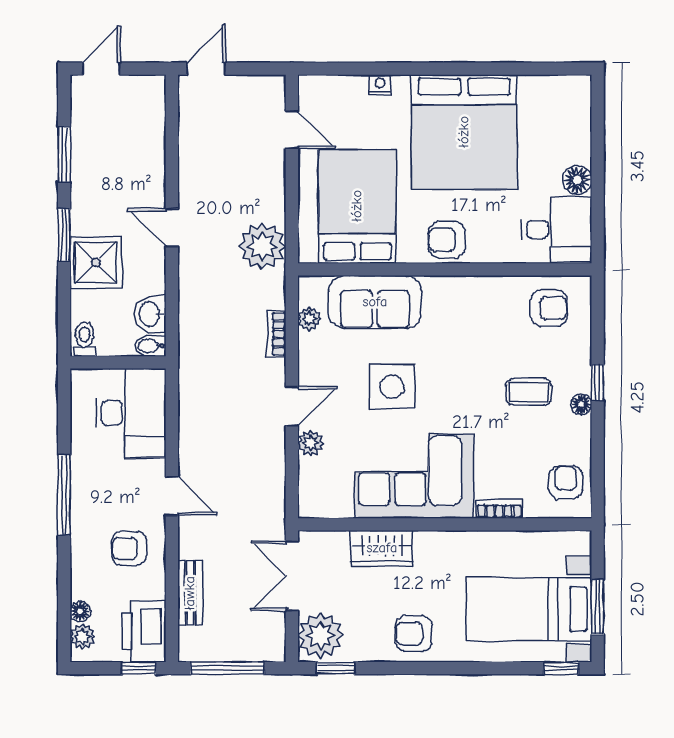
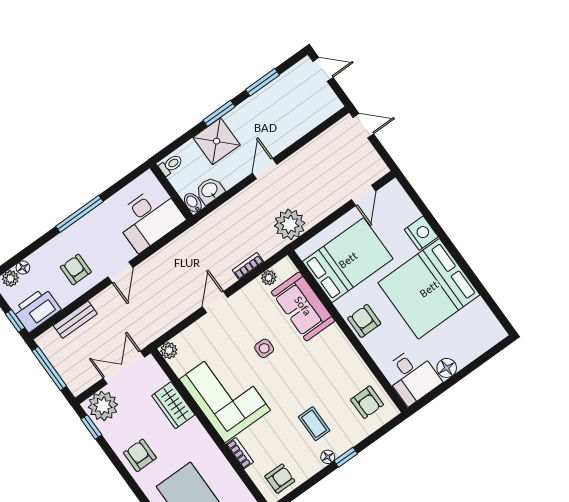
nightstand: (380, 85) -> (421, 233), width x1.89, depth x1.79
side table: (392, 387) -> (264, 348), width x0.54, depth x0.54
door: (292, 406) -> (215, 302), swing flipped
plant: (311, 443) -> (169, 350), moved

